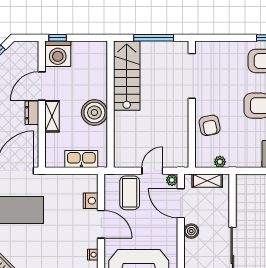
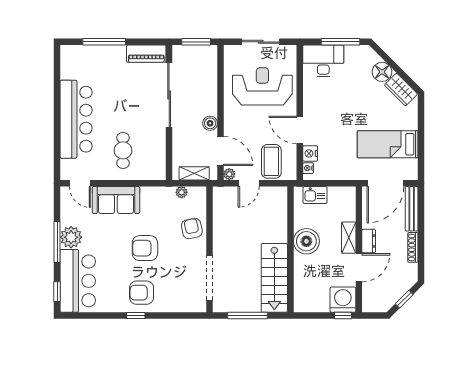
kitchen sink: (81, 159) -> (315, 195), width x0.73
nightstand: (93, 255) -> (308, 168), moved

